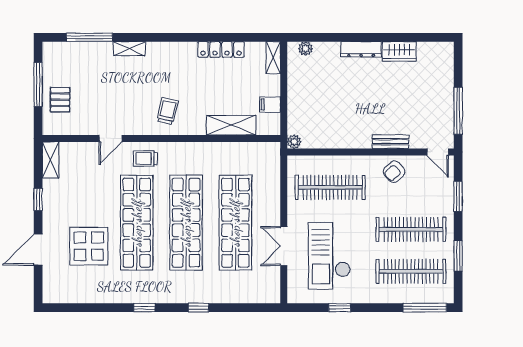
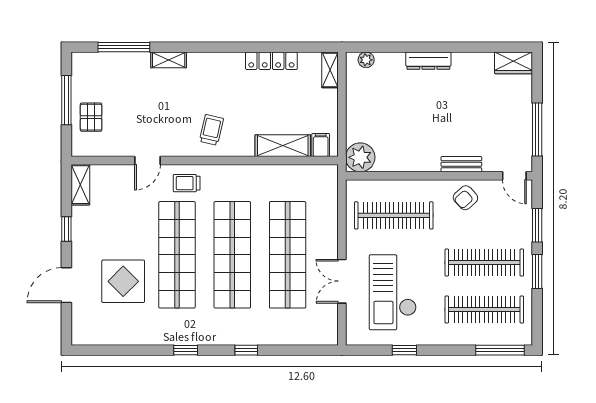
wardrobe: (399, 51) -> (513, 63), moved
filing cabinet: (270, 104) -> (321, 145), moved, turned 90
plant: (294, 142) -> (360, 157), width x1.87, depth x1.87
window: (458, 256) -> (537, 271), moved

